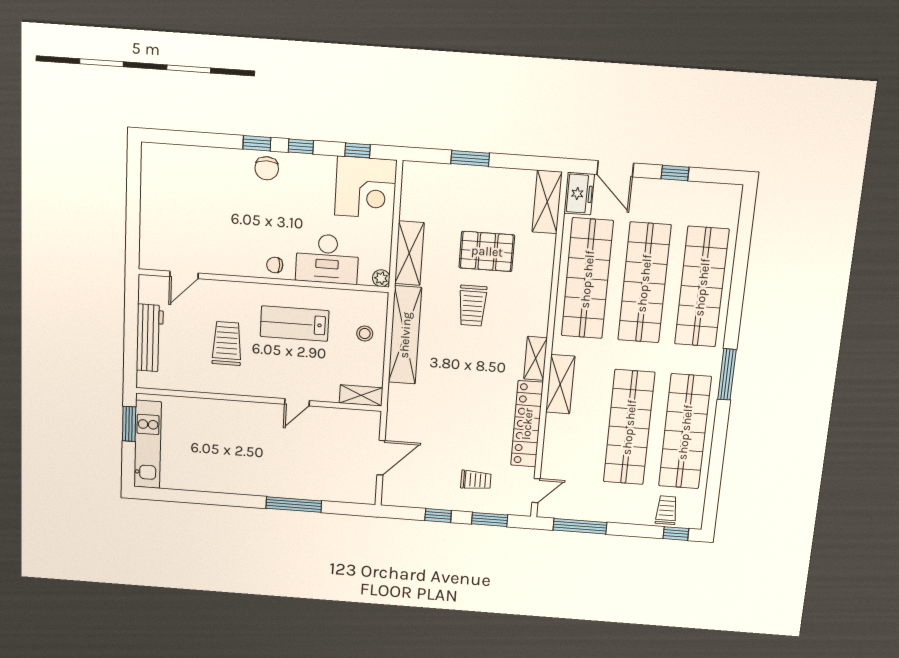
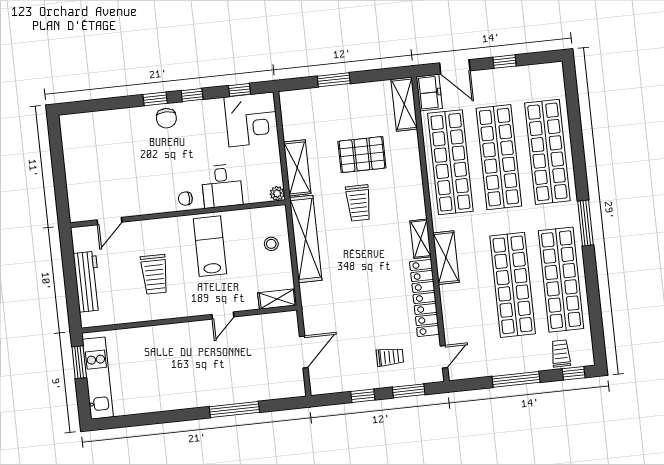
desk: (327, 259) -> (222, 186), width x0.73
lab bench: (295, 324) -> (210, 246), turned 90
trolley: (227, 343) -> (154, 274), turned 180
window: (580, 526) -> (516, 379), moved

